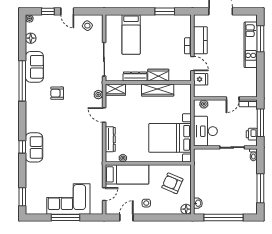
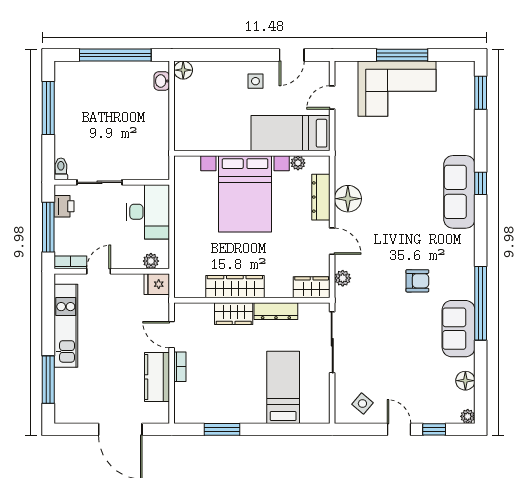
kitchen unit: (251, 45) -> (66, 326), moved
fridge: (201, 79) -> (157, 284), moved
floor lamp: (95, 138) -> (348, 199), added
bed with nightstands: (170, 138) -> (245, 194), moved, turned 90
sofa: (34, 147) -> (459, 192), width x1.36
armchair: (172, 183) -> (208, 117), removed

